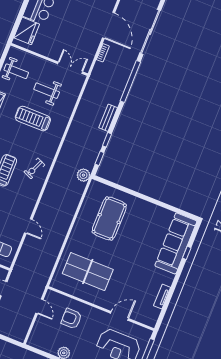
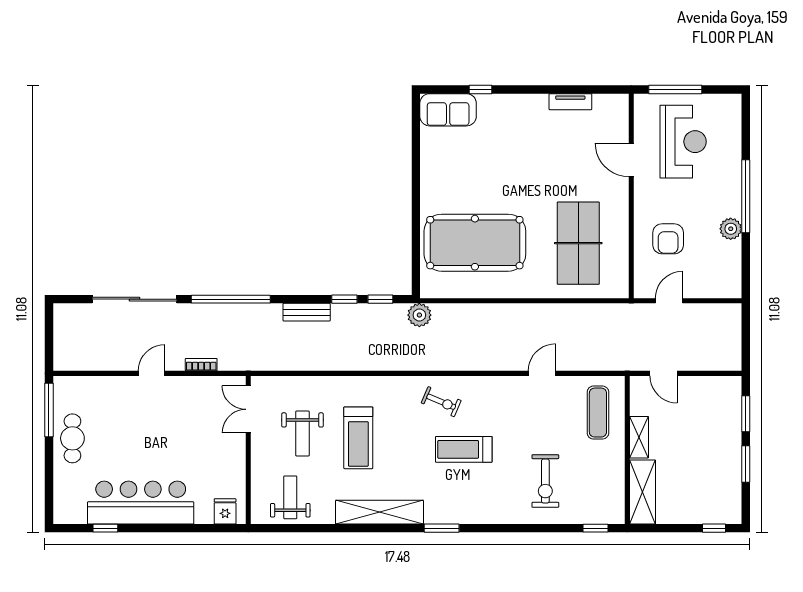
door: (109, 25) -> (151, 373), width x0.53
fridge: (27, 31) -> (225, 511), width x0.53, depth x0.75
pool table: (109, 218) -> (475, 243), width x1.36, depth x1.32
sofa: (176, 243) -> (448, 110), width x0.54, depth x0.79

